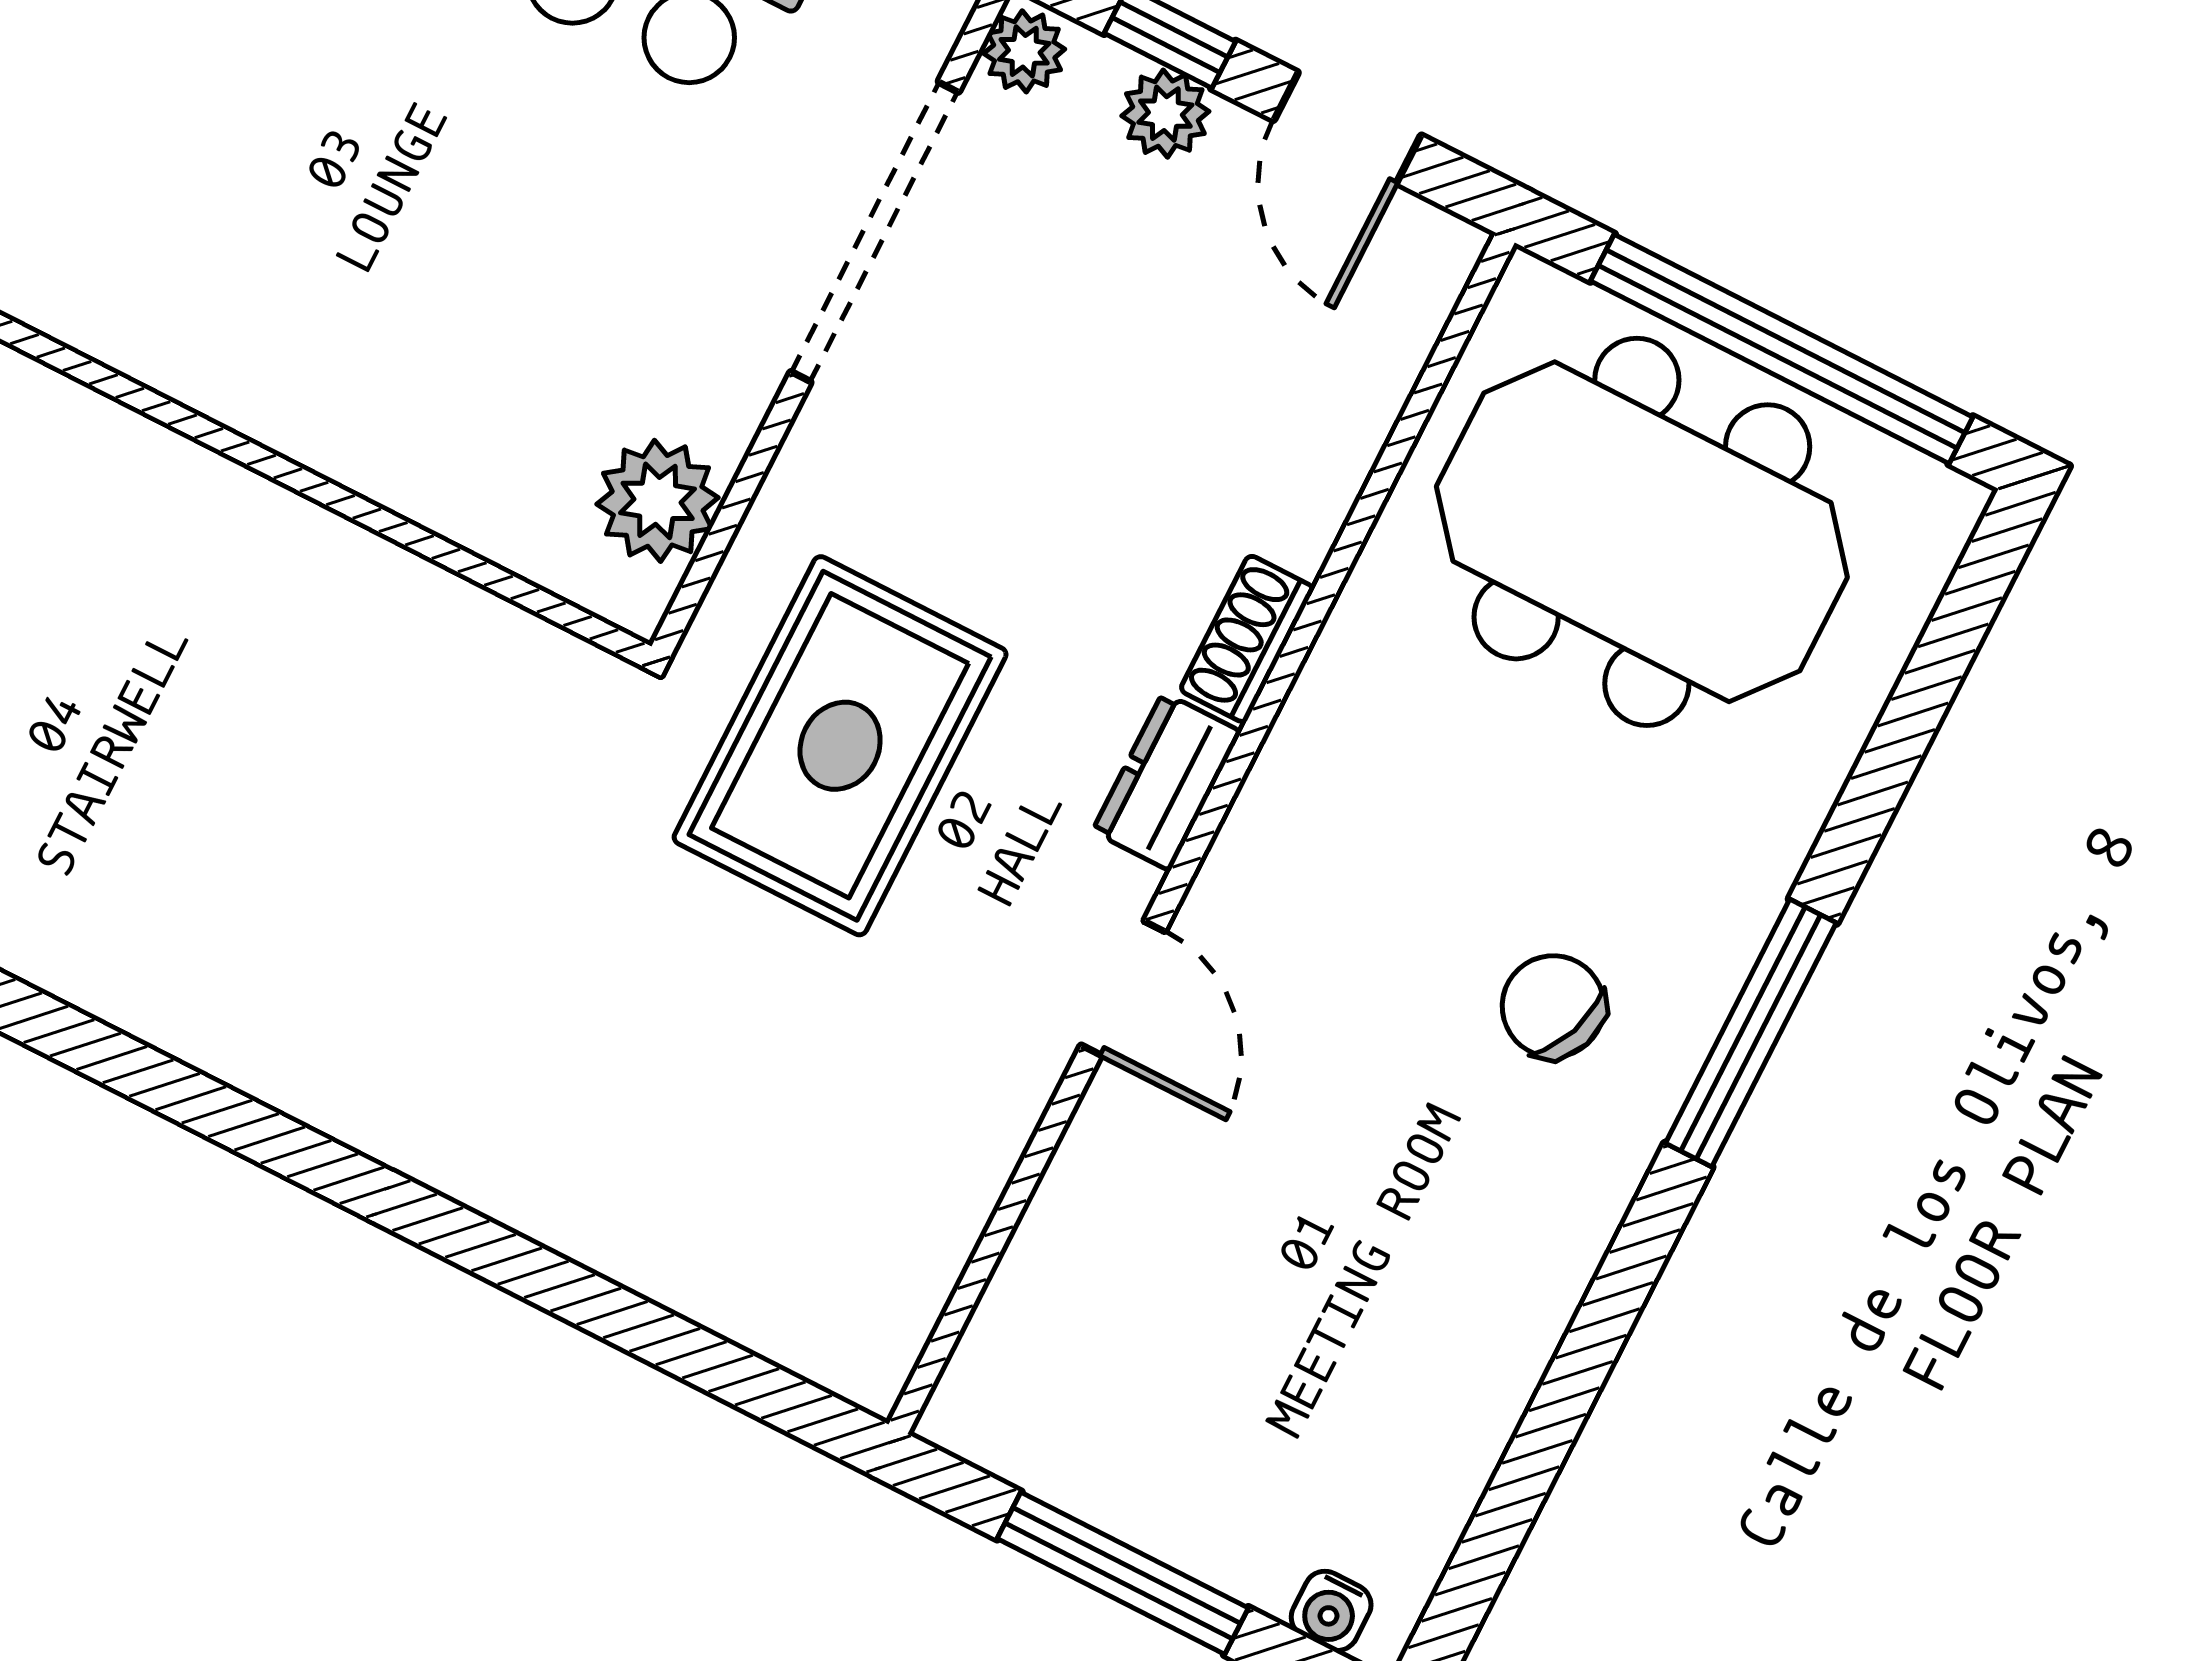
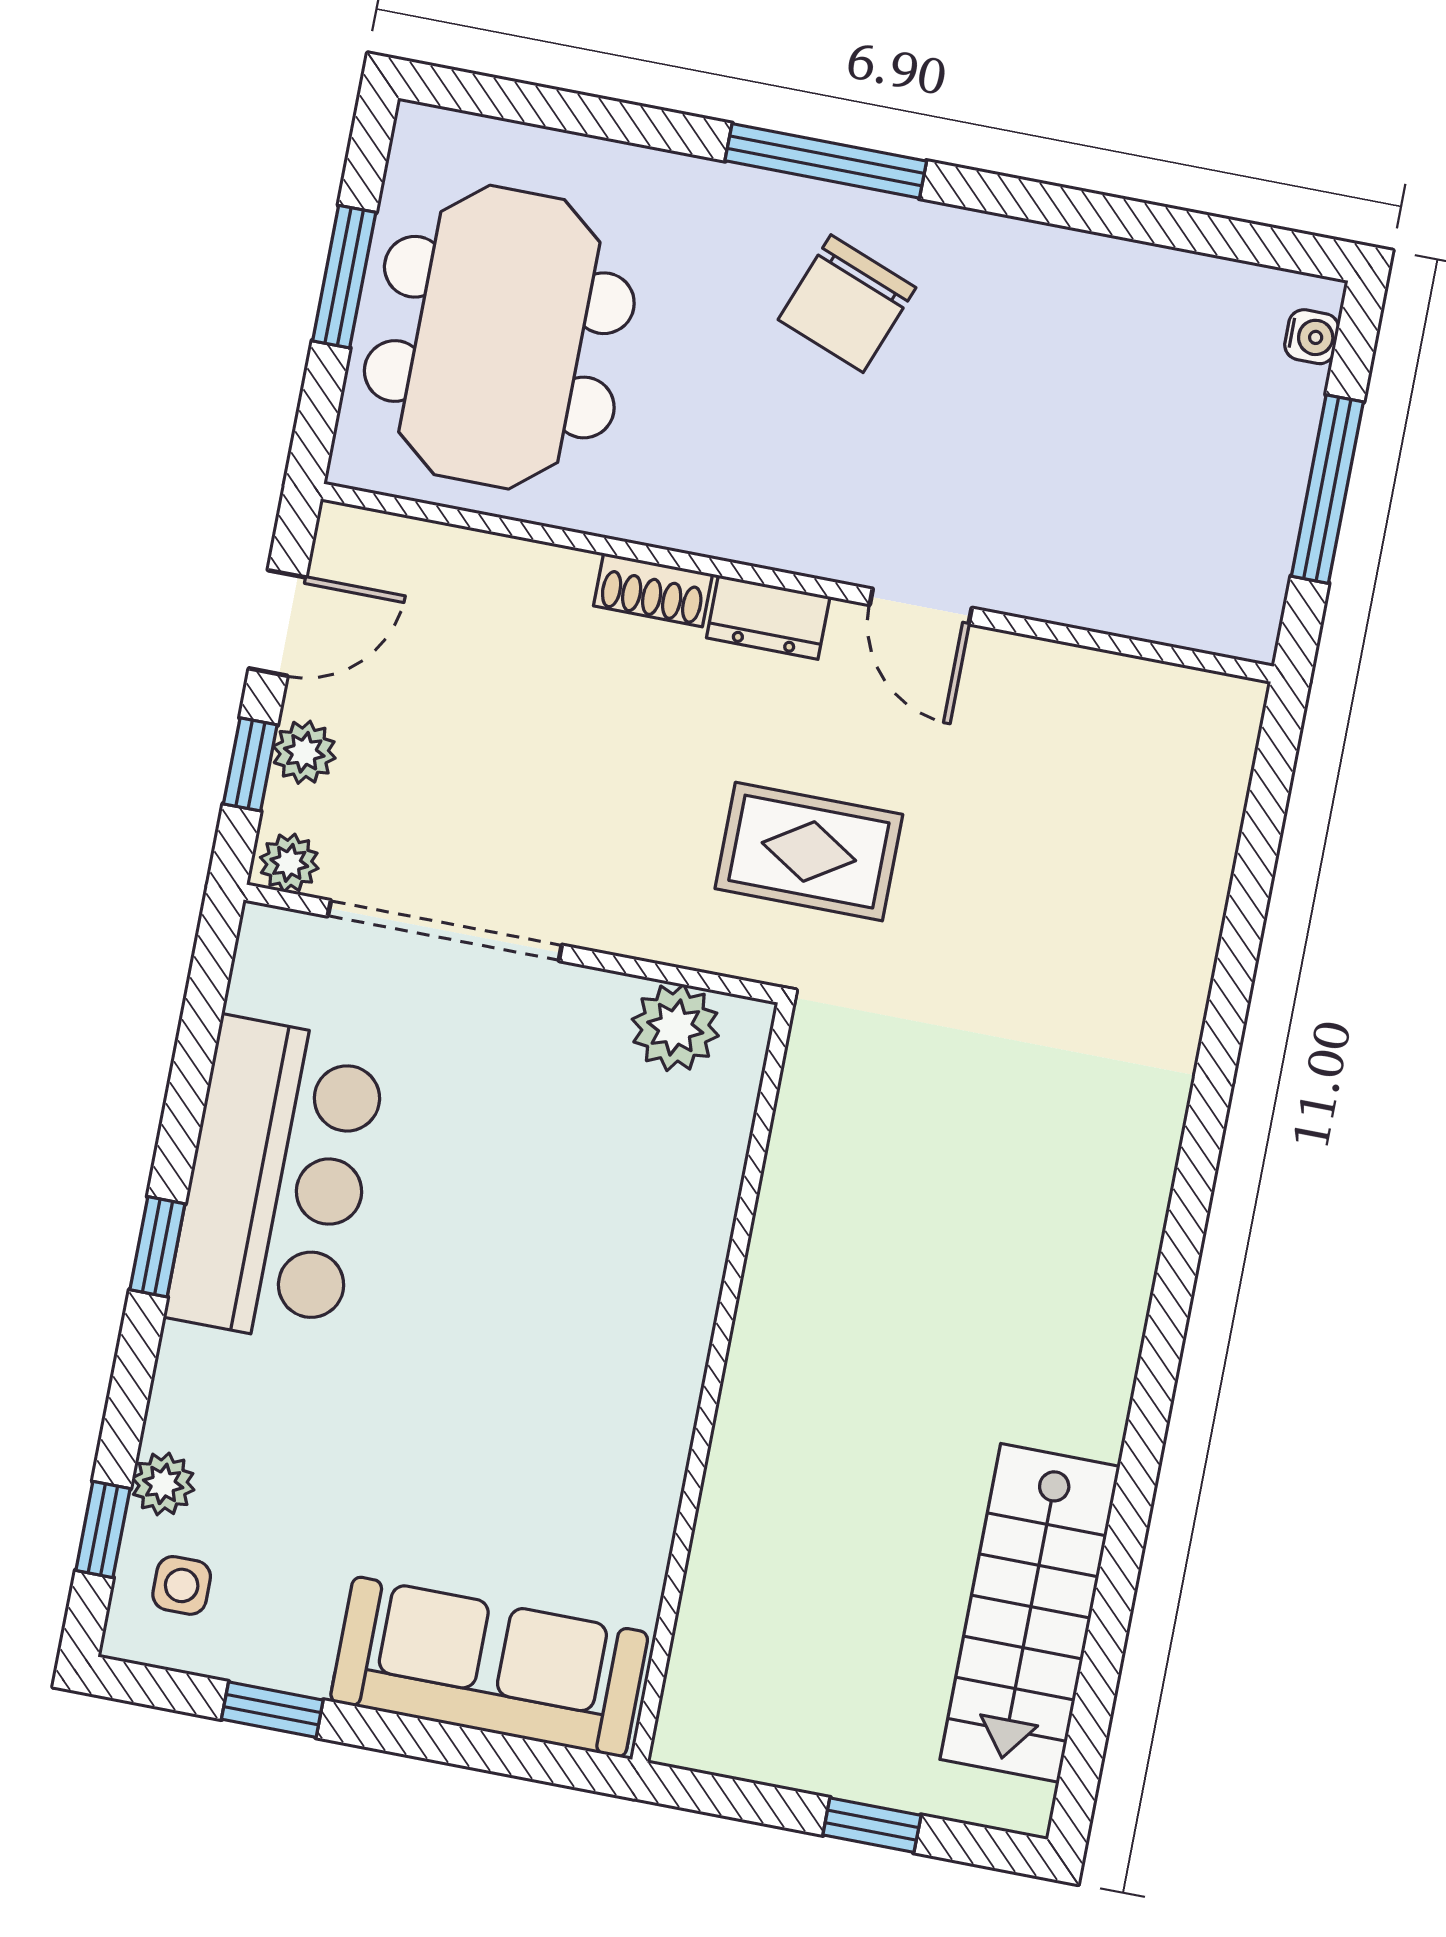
window: (1782, 349) -> (344, 277), width x0.47
rug: (840, 746) -> (809, 852), width x0.73, depth x0.70
door: (1123, 988) -> (921, 606), swing flipped
chair: (1553, 1006) -> (847, 304), width x1.37, depth x1.37

